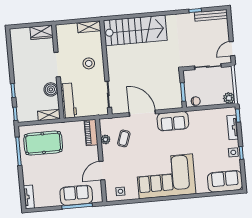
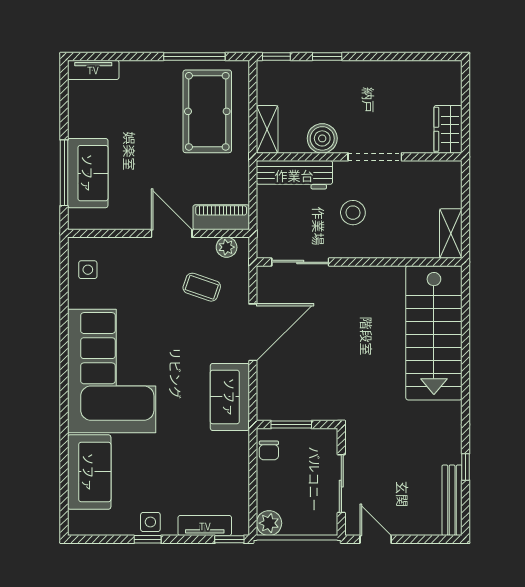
stool: (89, 63) -> (353, 213), moved
plant: (105, 139) -> (227, 247), moved
door: (102, 171) -> (172, 233), moved
sofa: (225, 181) -> (89, 472), moved

